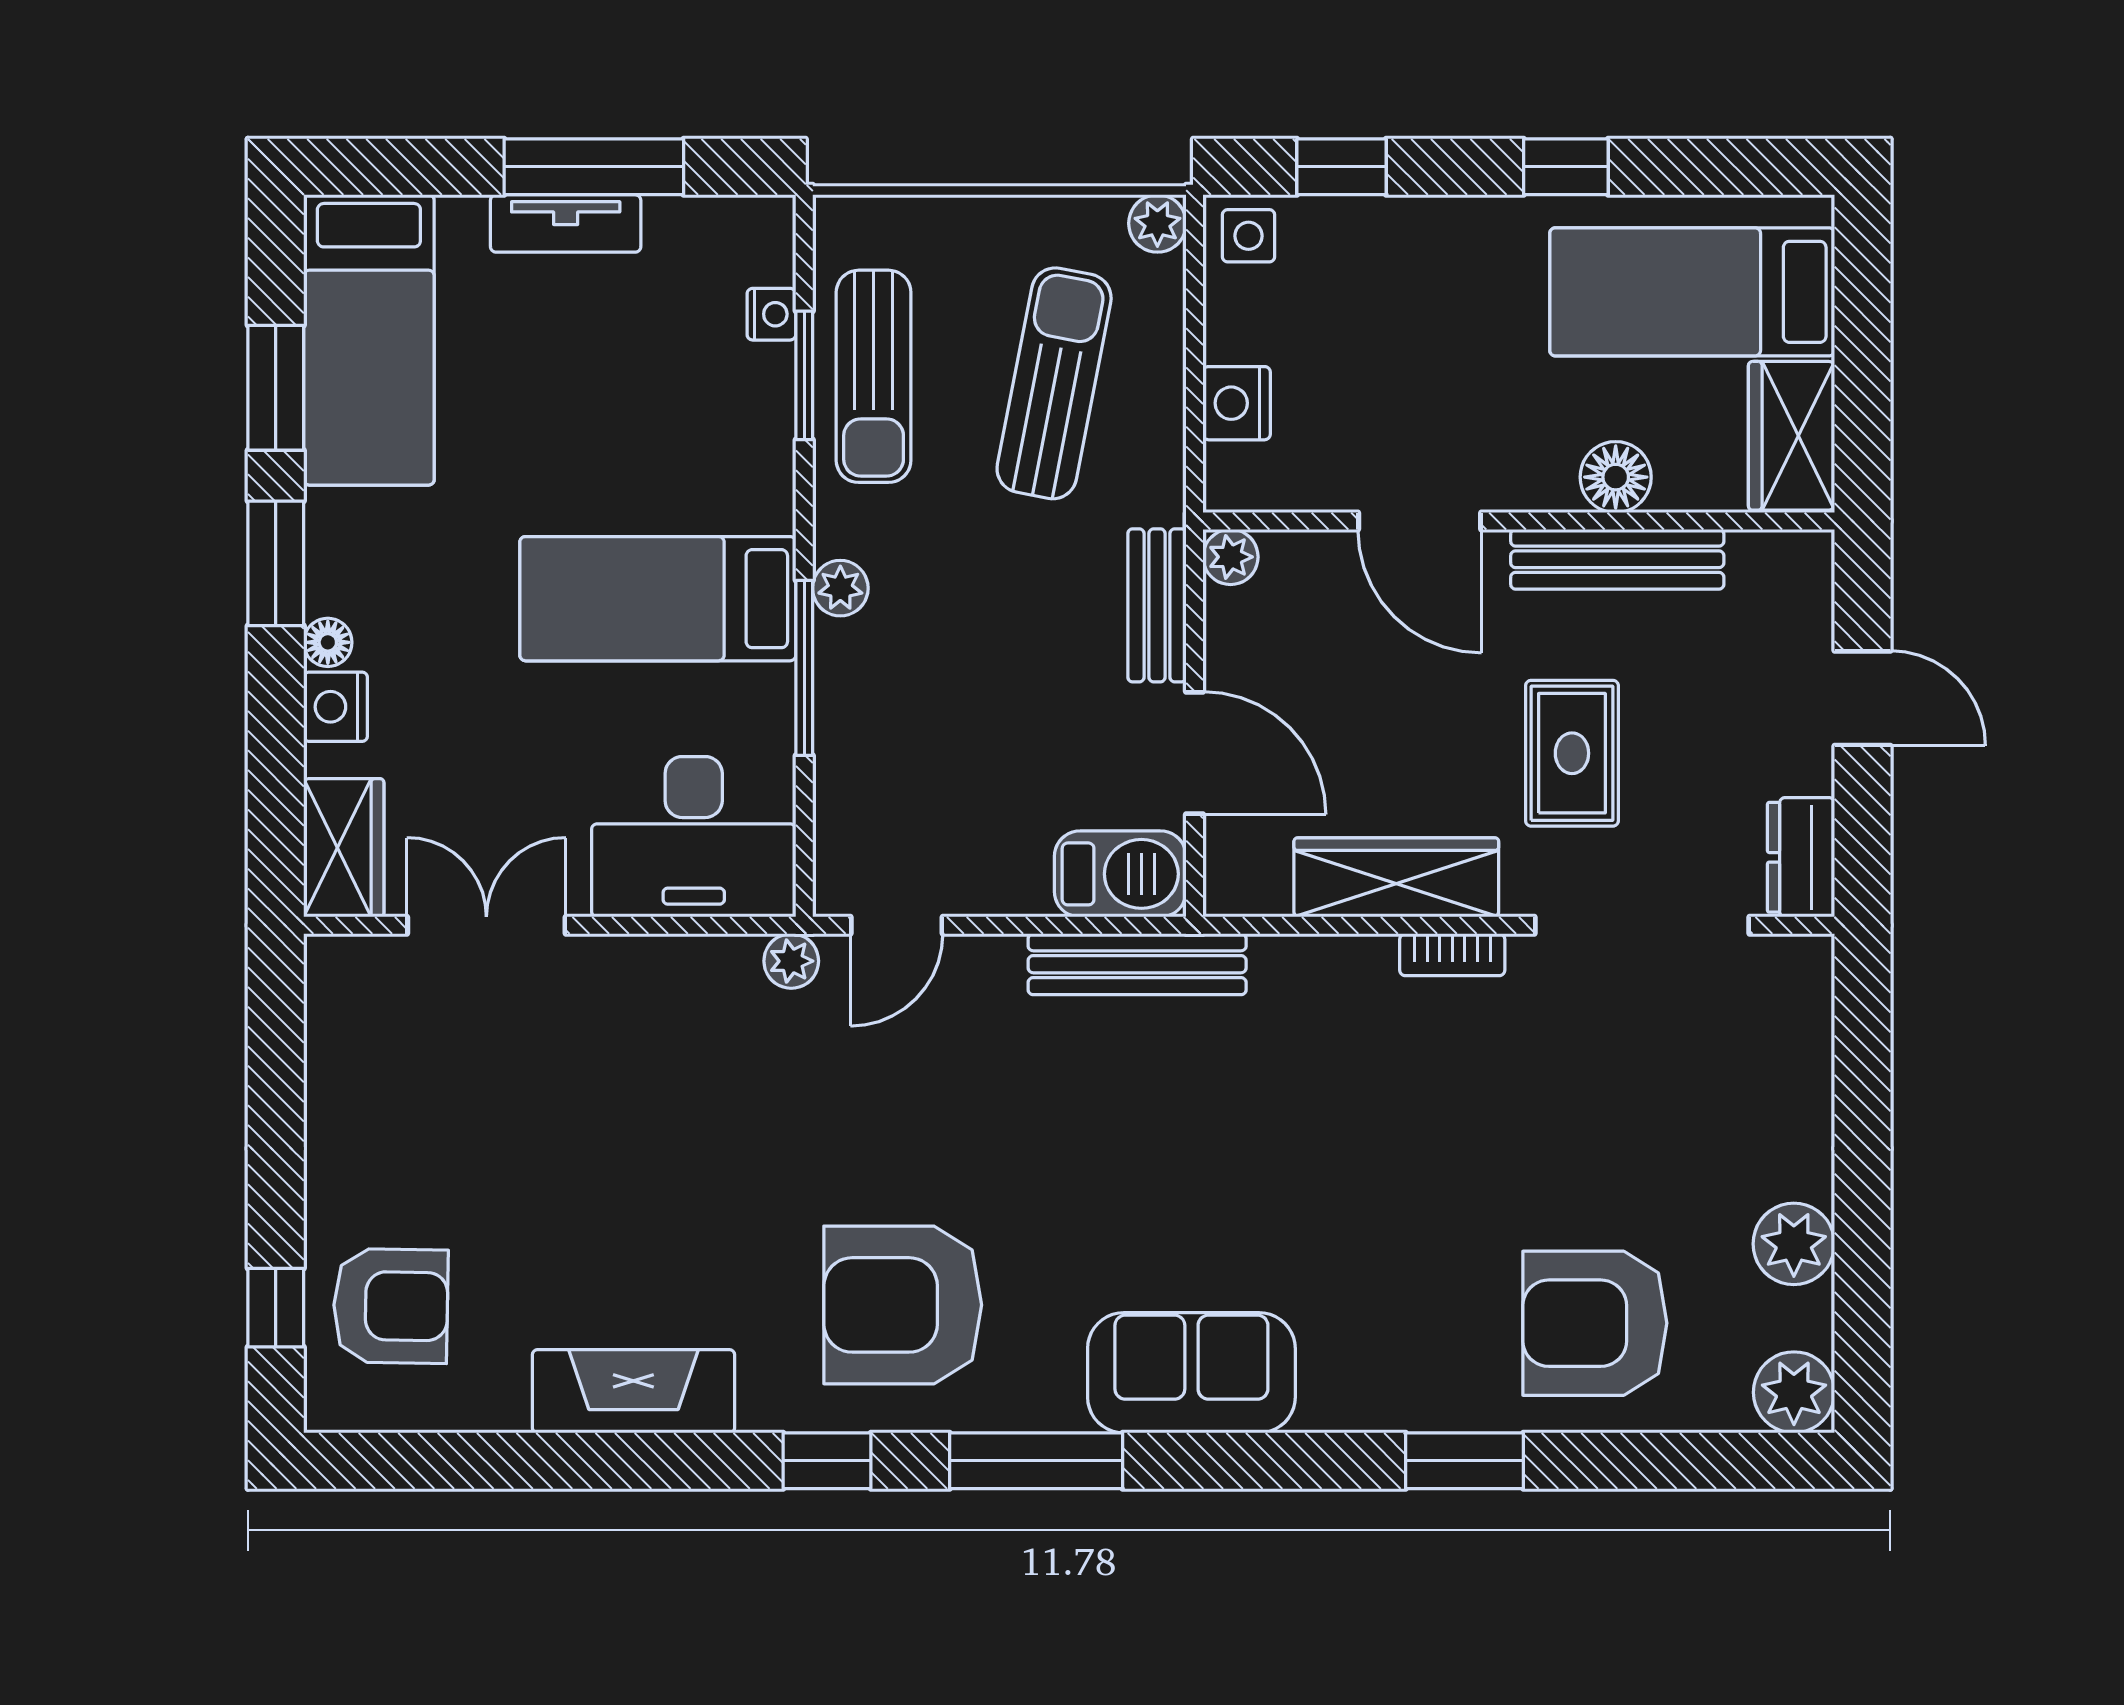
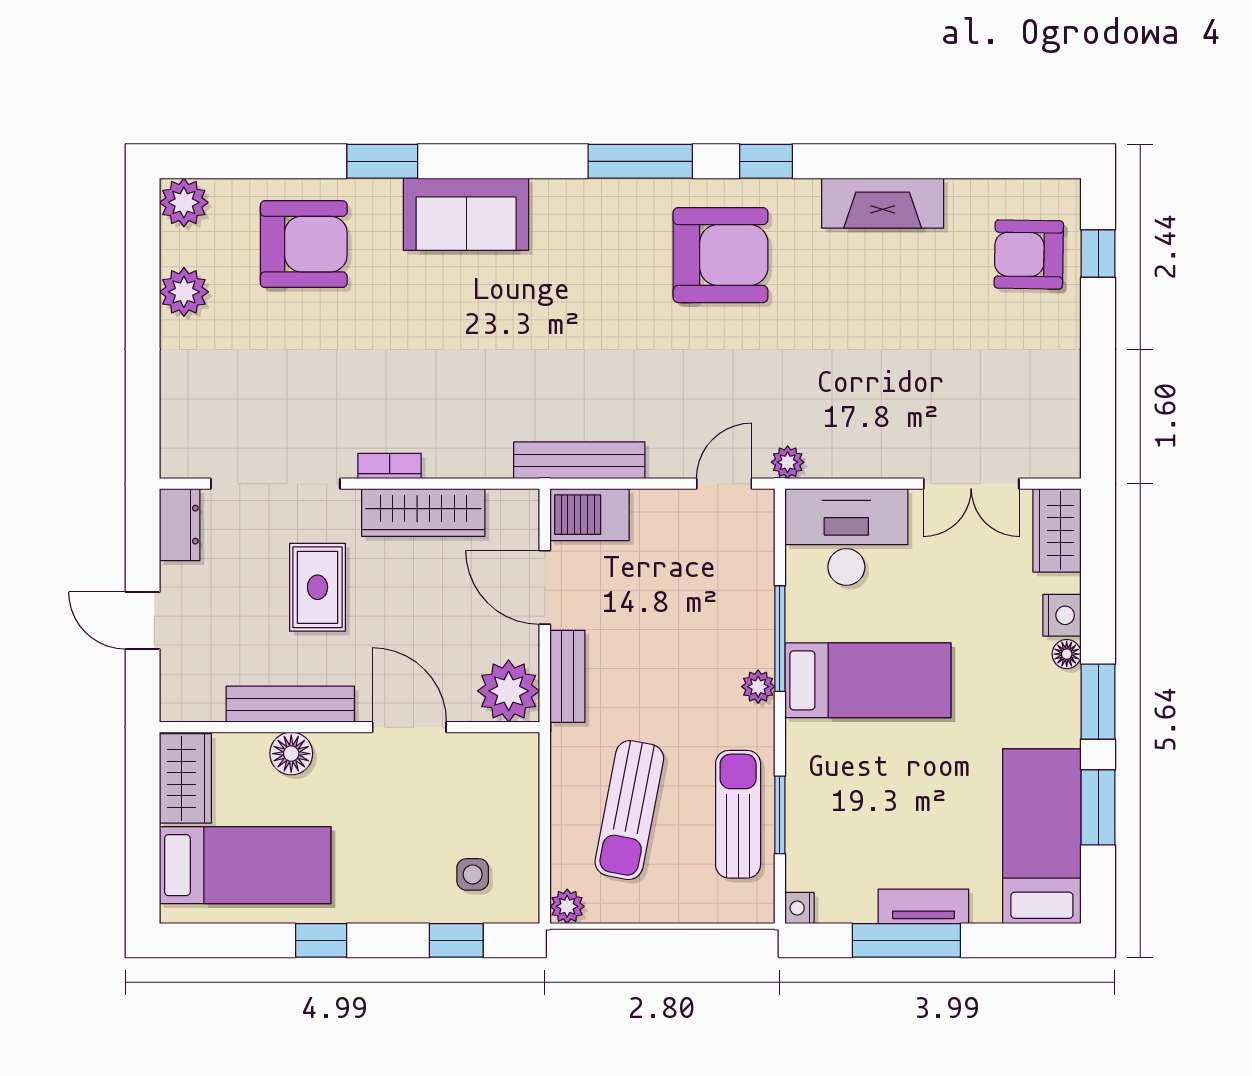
side table: (1248, 236) -> (473, 874), moved
nightstand: (771, 314) -> (800, 908), moved
nightstand: (1237, 403) -> (519, 798), removed
plant: (1231, 557) -> (509, 691), width x1.88, depth x1.88
sofa: (1191, 1373) -> (466, 214), moved

